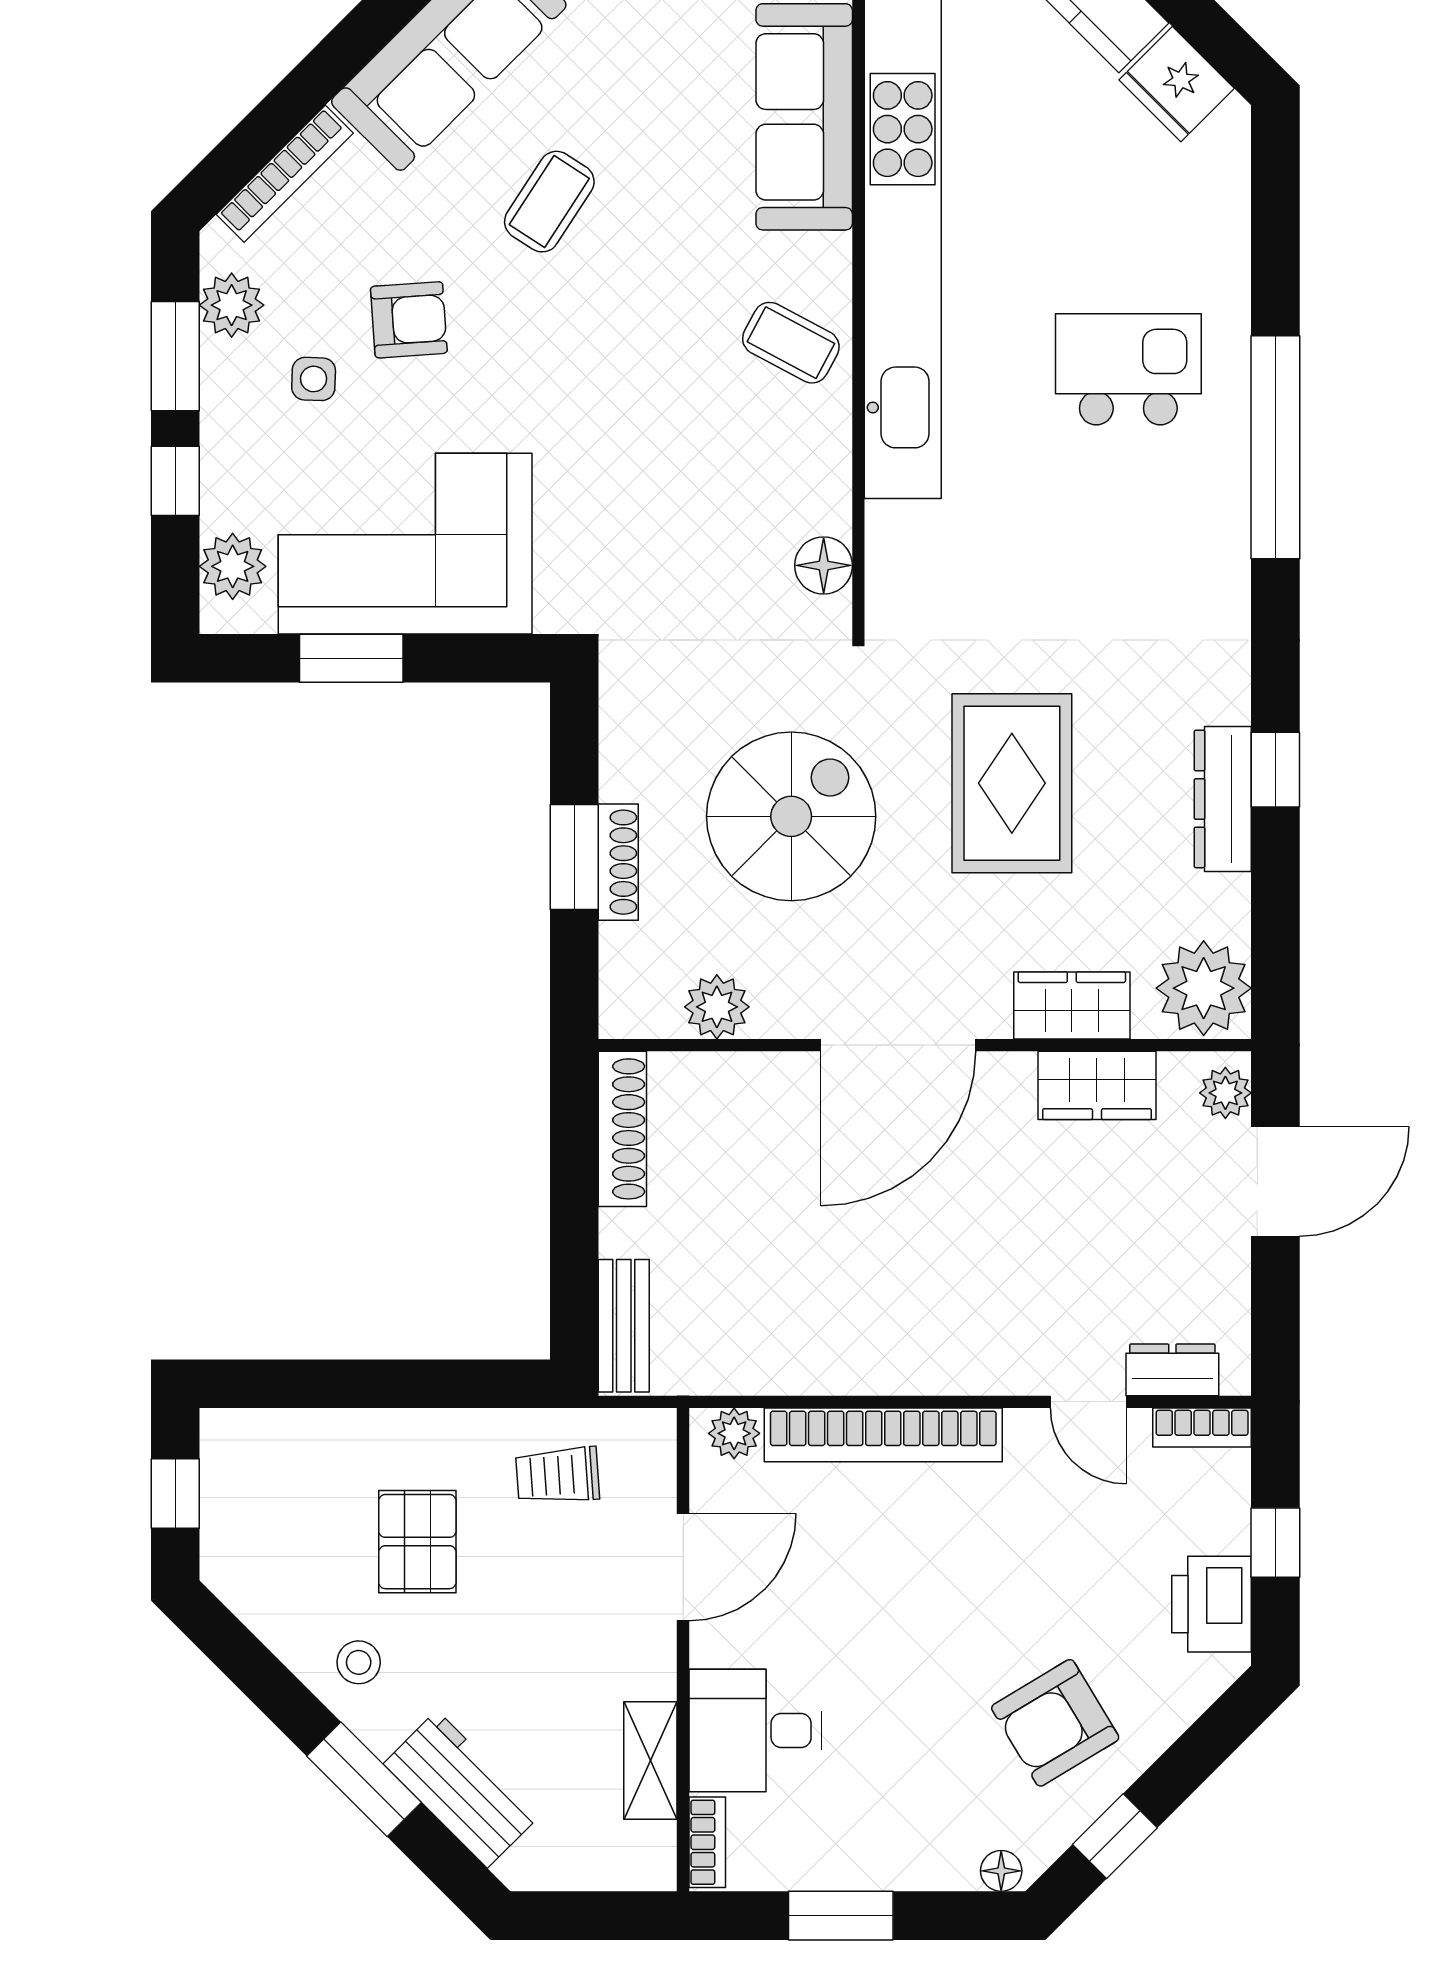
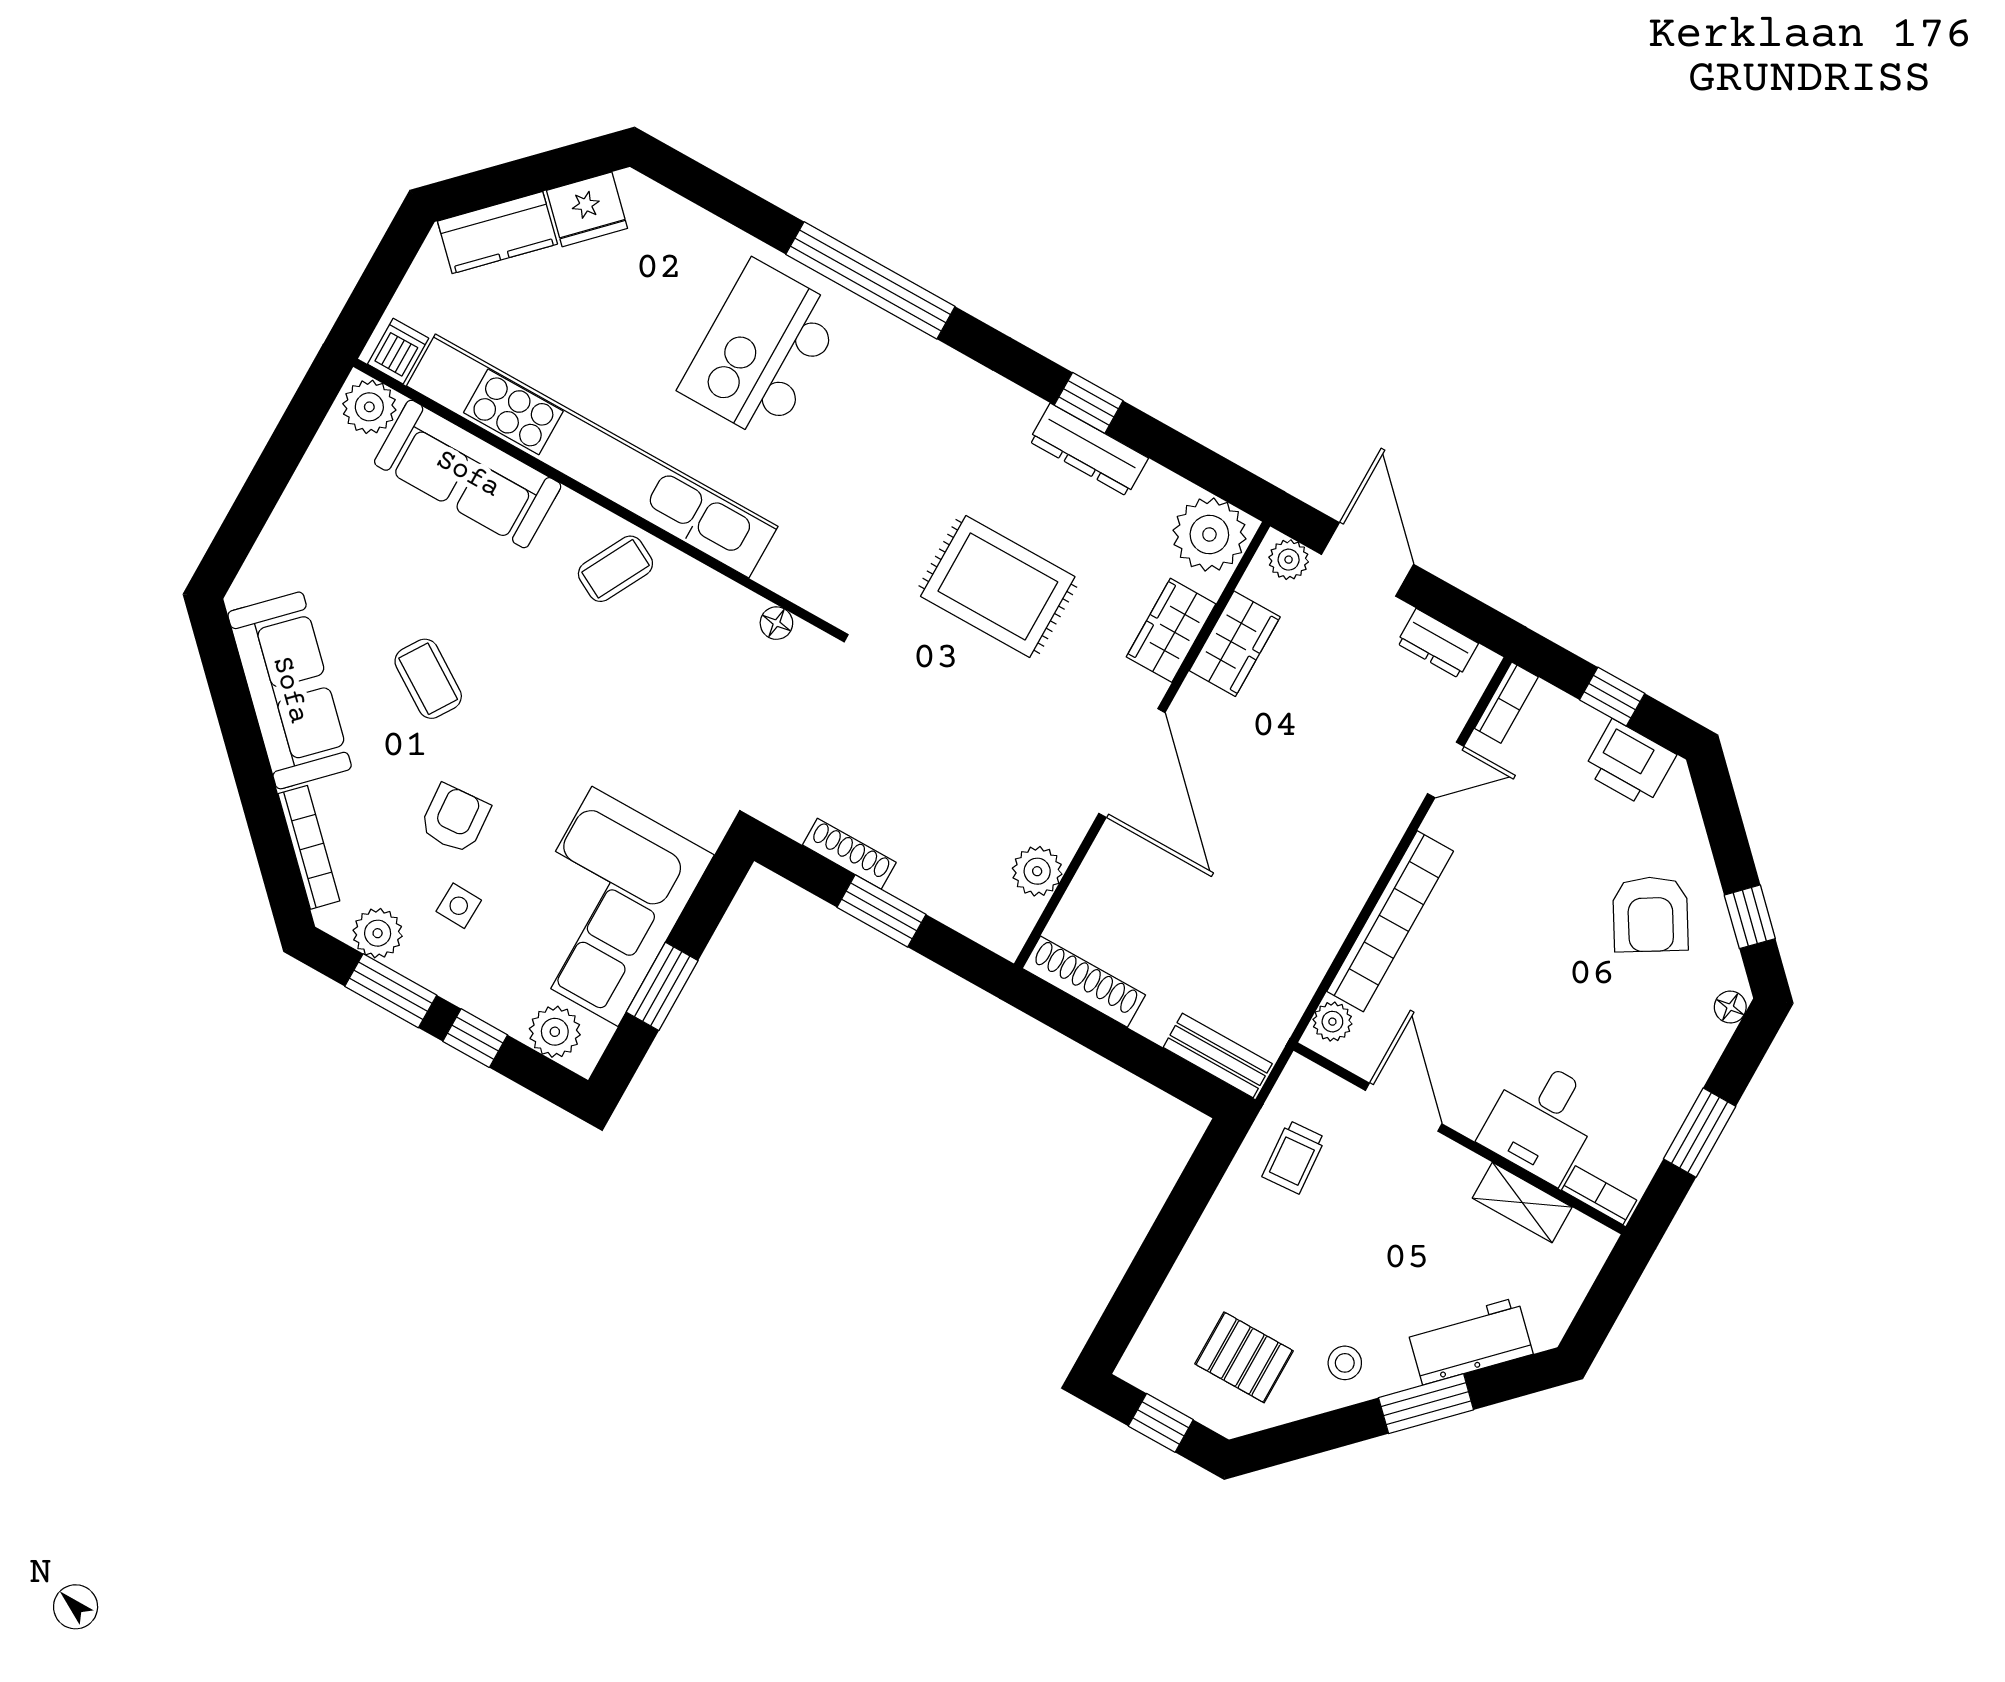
kitchen island: (1128, 369) -> (762, 350), width x1.37, depth x1.28
floor lamp: (824, 565) -> (776, 623), width x0.73, depth x0.73
spiral stairs: (791, 816) -> (936, 749), removed
shoe rack: (618, 862) -> (849, 854), moved
dresser: (1172, 1370) -> (1437, 643), moved, turned -90
pallet: (417, 1542) -> (1244, 1357), moved

